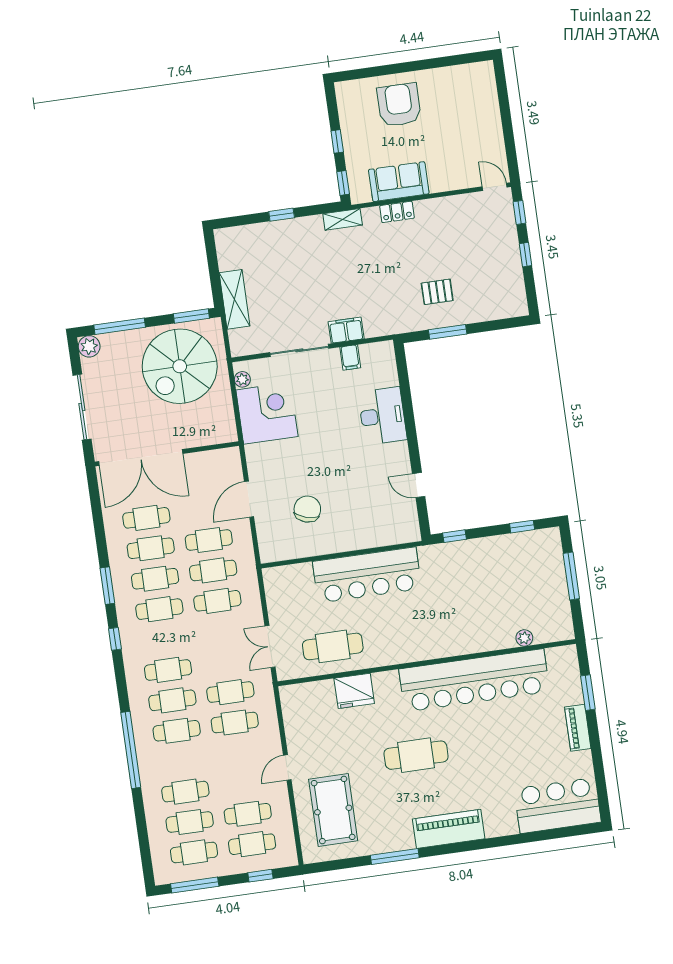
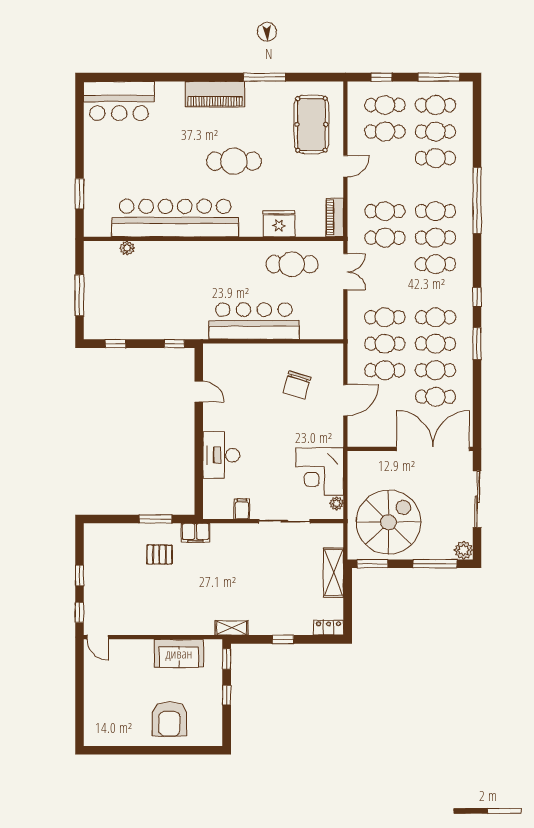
locker: (397, 212) -> (329, 628), moved
filing cabinet: (346, 330) -> (196, 533), moved
piano: (578, 728) -> (335, 217), moved, turned 180

